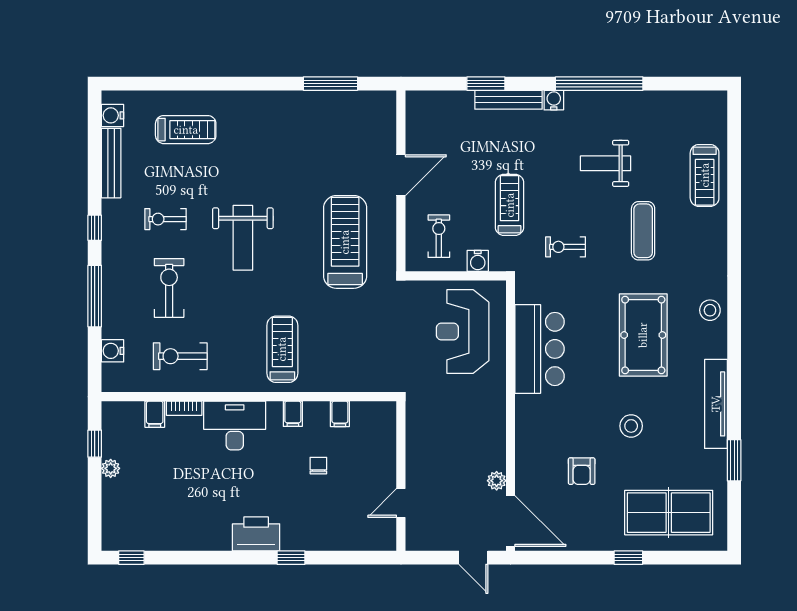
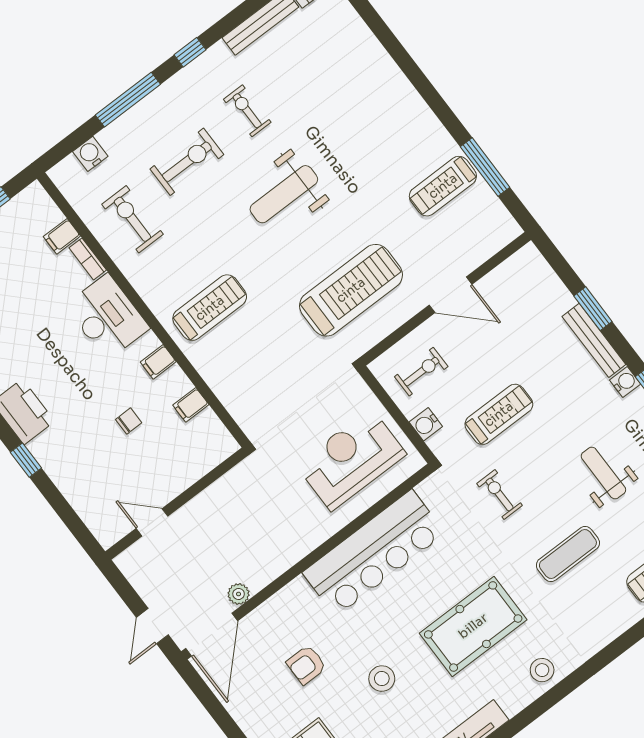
treadmill: (186, 130) -> (443, 186), moved, turned 90
bar counter: (540, 349) -> (374, 553), width x1.36

